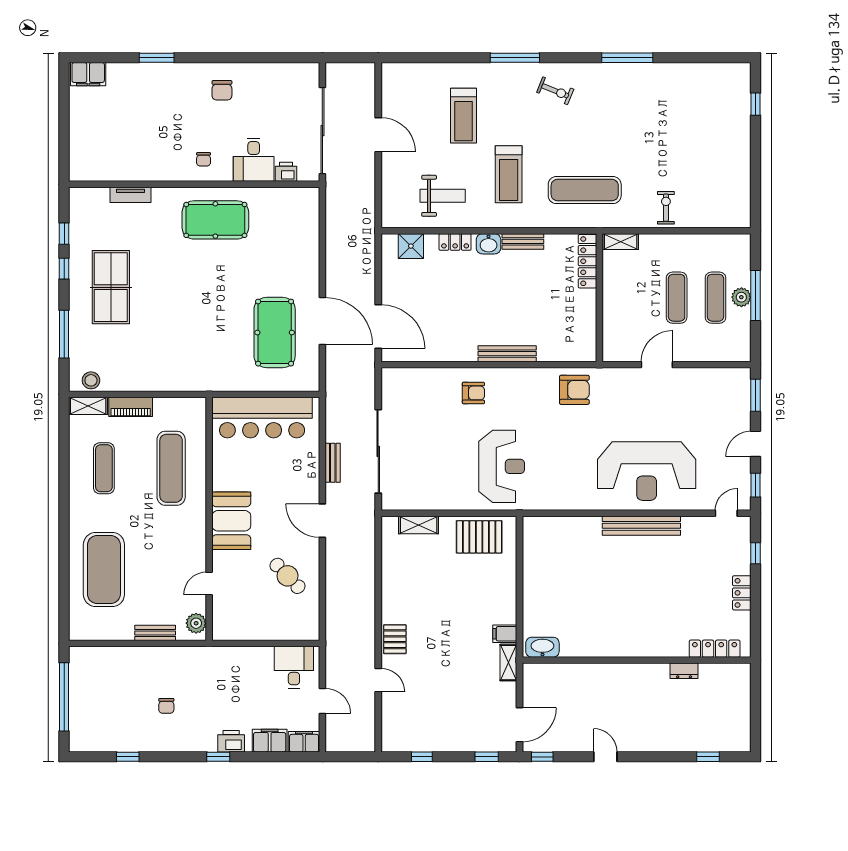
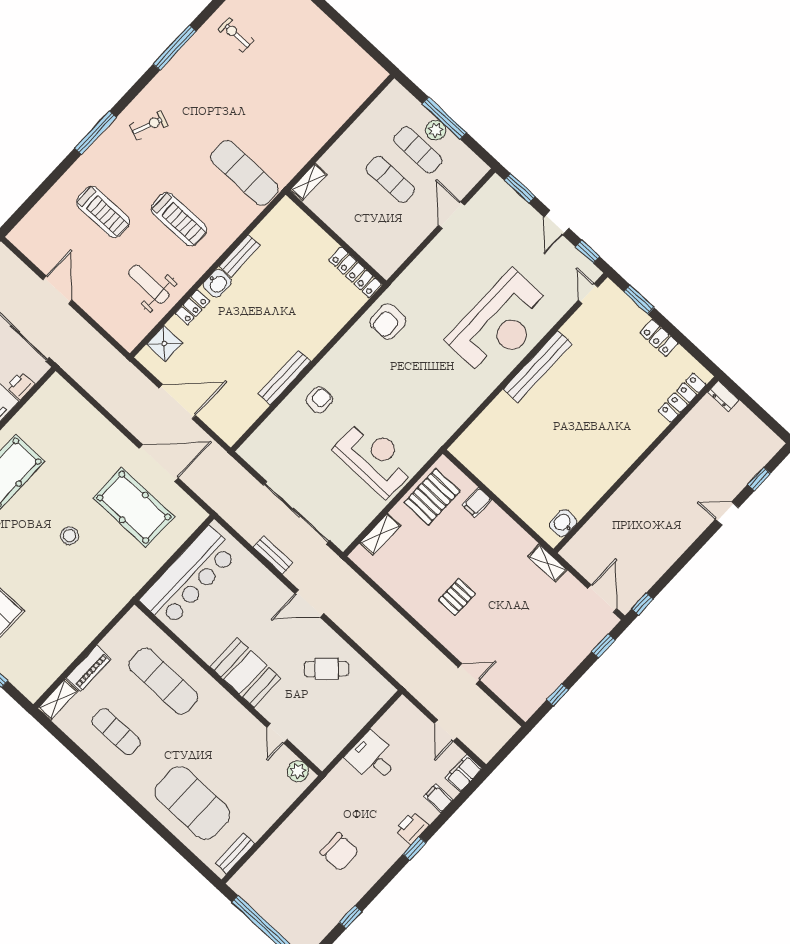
door: (378, 135) -> (57, 290), hinge flipped
exercise mat: (585, 190) -> (244, 173), turned 90
weight bench: (443, 196) -> (149, 284), turned -90
exercise bike: (666, 208) -> (236, 35), moved
locker: (587, 261) -> (355, 272), moved
door: (378, 327) -> (177, 402), moved
bench: (507, 354) -> (285, 378), moved
door: (657, 365) -> (451, 215), moved
stool: (91, 380) -> (70, 536), moved
armchair: (574, 390) -> (388, 321), turned 180
reception desk: (502, 466) -> (375, 458), moved
window: (756, 553) -> (639, 300), width x1.50
bench: (155, 633) -> (235, 853), moved
filing cabinet: (505, 634) -> (477, 502), moved
pallet: (395, 639) -> (457, 597), moved, turned 90
washbasin: (542, 647) -> (563, 523), width x0.72
desk: (294, 667) -> (373, 758), moved
dresser: (684, 671) -> (723, 396), moved, turned 90
door: (322, 701) -> (446, 731), swing flipped
chair: (166, 706) -> (339, 852), width x1.87, depth x1.87
filing cabinet: (270, 741) -> (438, 798), width x0.50
door: (605, 757) -> (727, 514), moved

